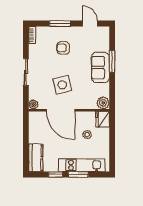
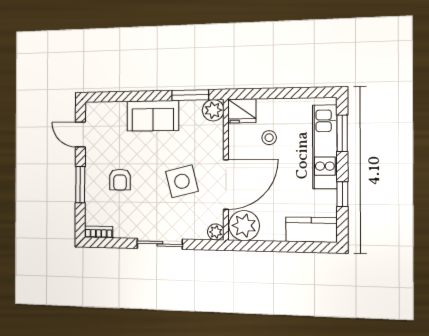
door: (90, 24) -> (80, 135), hinge flipped
window: (112, 61) -> (190, 95), moved
plant: (37, 121) -> (244, 226), added
window: (78, 175) -> (342, 133), moved

